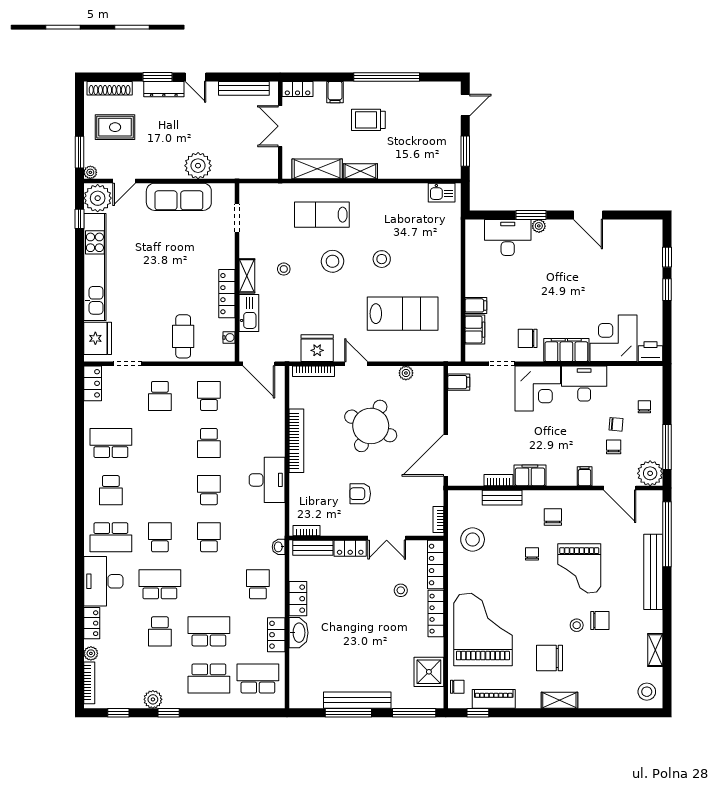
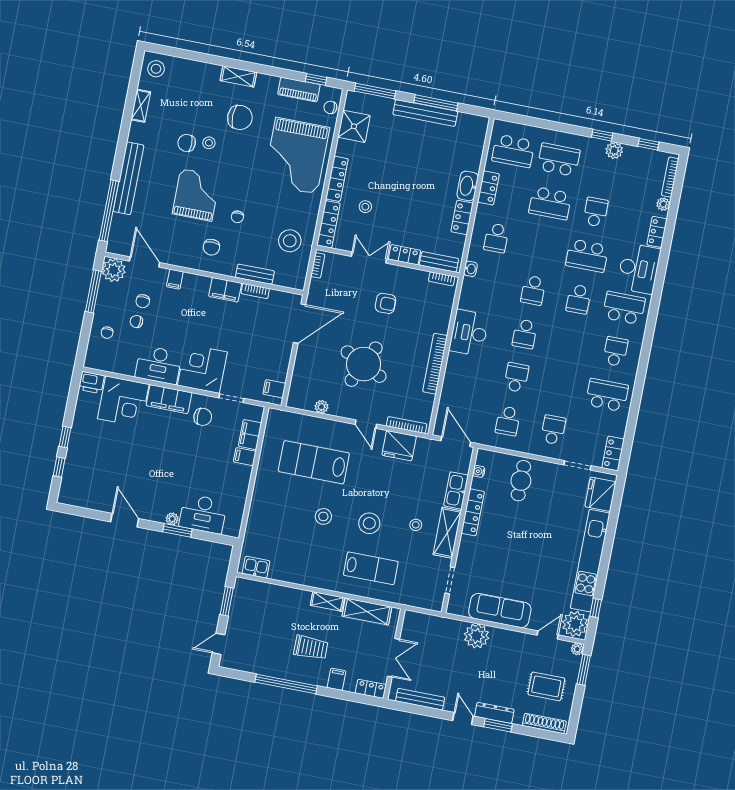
shelving: (247, 276) -> (447, 533), width x1.50, depth x1.33
school desk: (111, 443) -> (607, 395), turned 180

